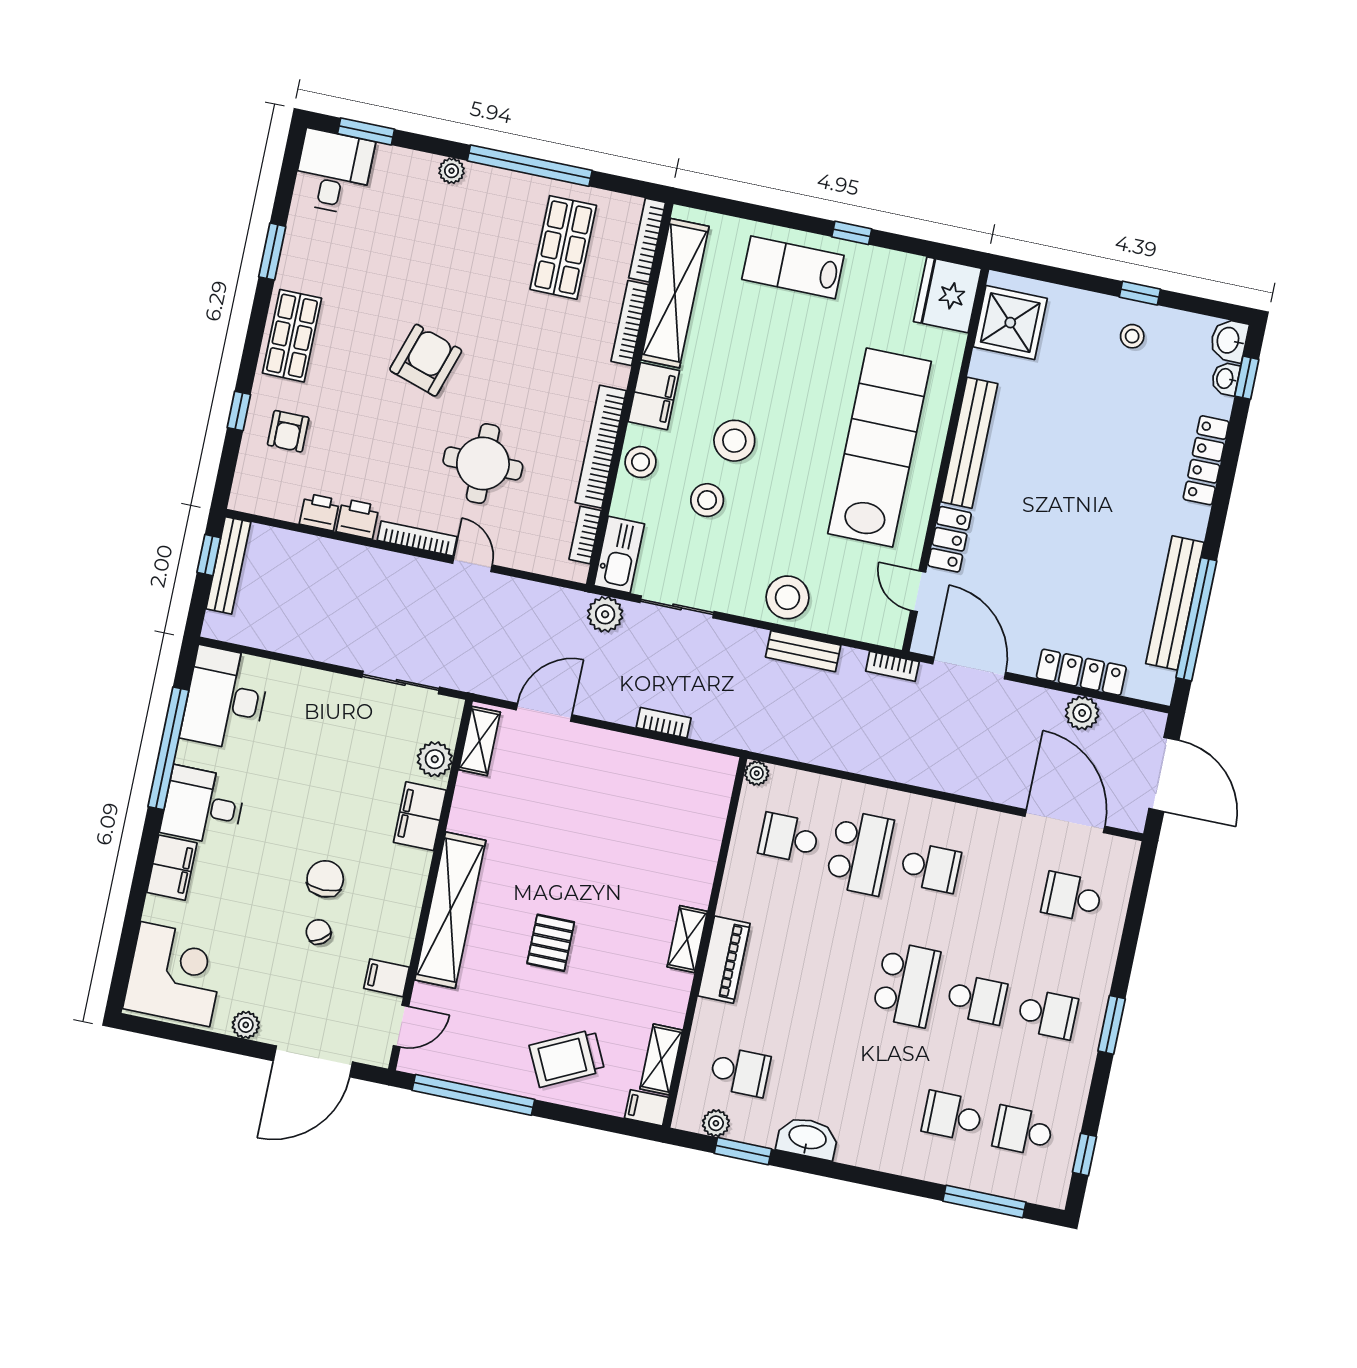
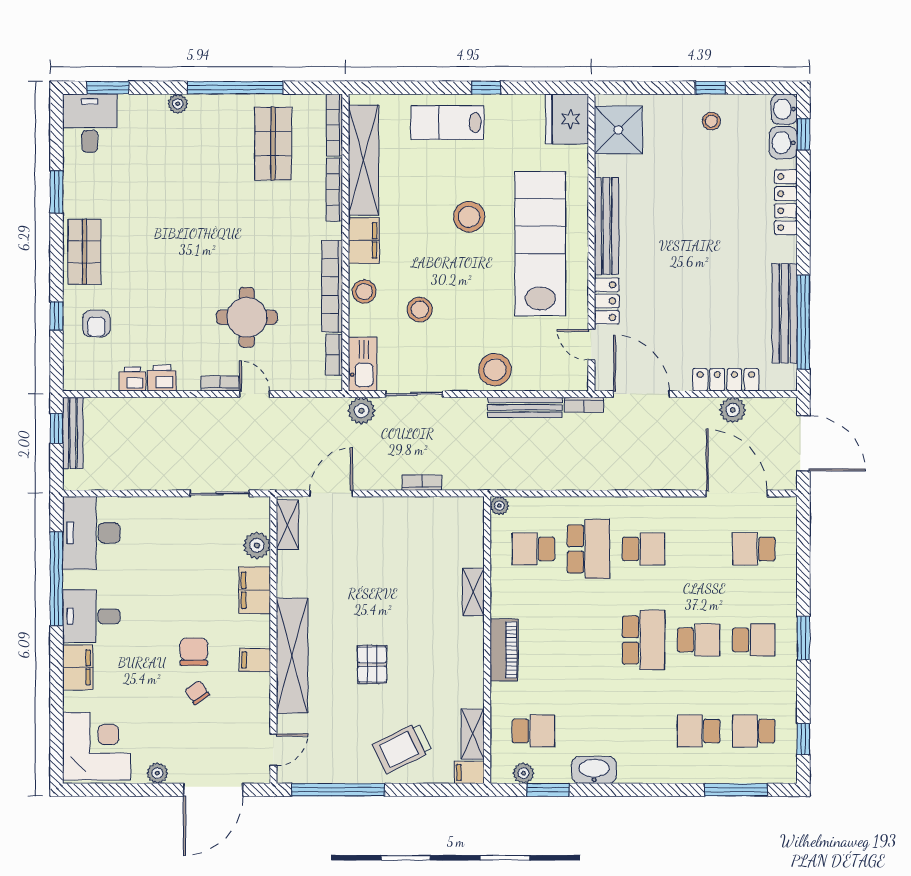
armchair: (426, 360) -> (188, 249), removed
washbasin: (1225, 379) -> (783, 143), width x1.38, depth x1.45
stool: (734, 441) -> (469, 217), moved
bookcase: (417, 539) -> (220, 383), width x0.64
bench: (803, 651) -> (525, 407), width x1.36
shelving: (687, 939) -> (473, 592), moved
filing cabinet: (386, 978) -> (255, 660), moved

